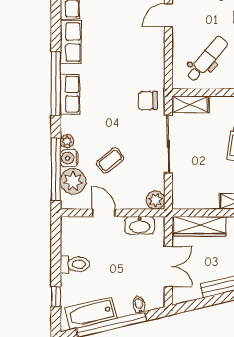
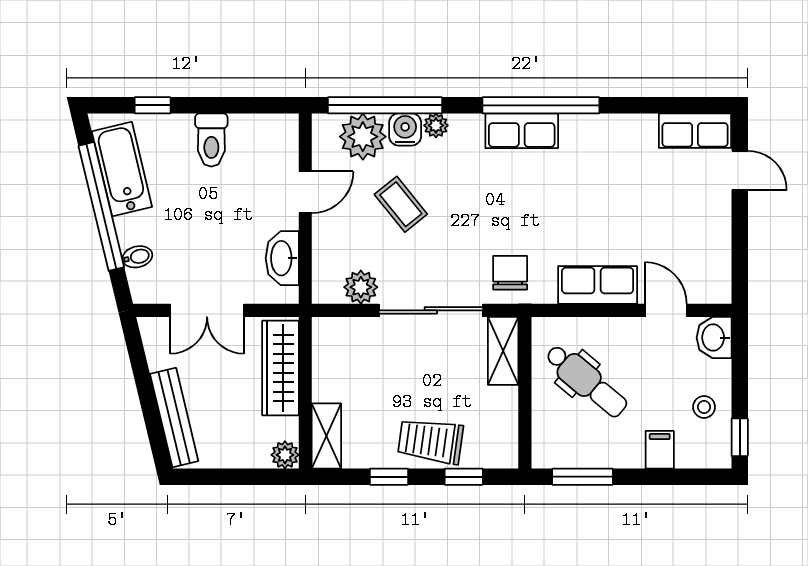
row of seats: (71, 42) -> (598, 285), moved, turned 180
plant: (156, 200) -> (361, 287), moved

